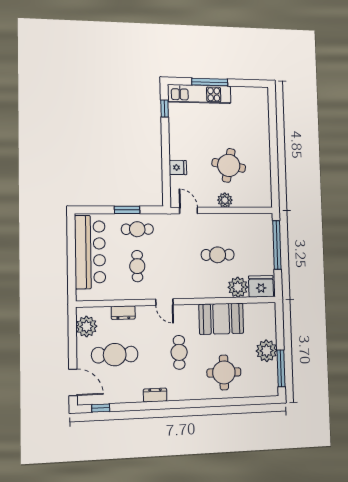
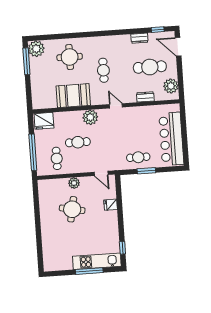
cafe table: (137, 266) -> (57, 158), moved
plant: (238, 287) -> (90, 117), moved
plant: (267, 351) -> (36, 49), moved
dresser: (155, 395) -> (139, 38), moved

